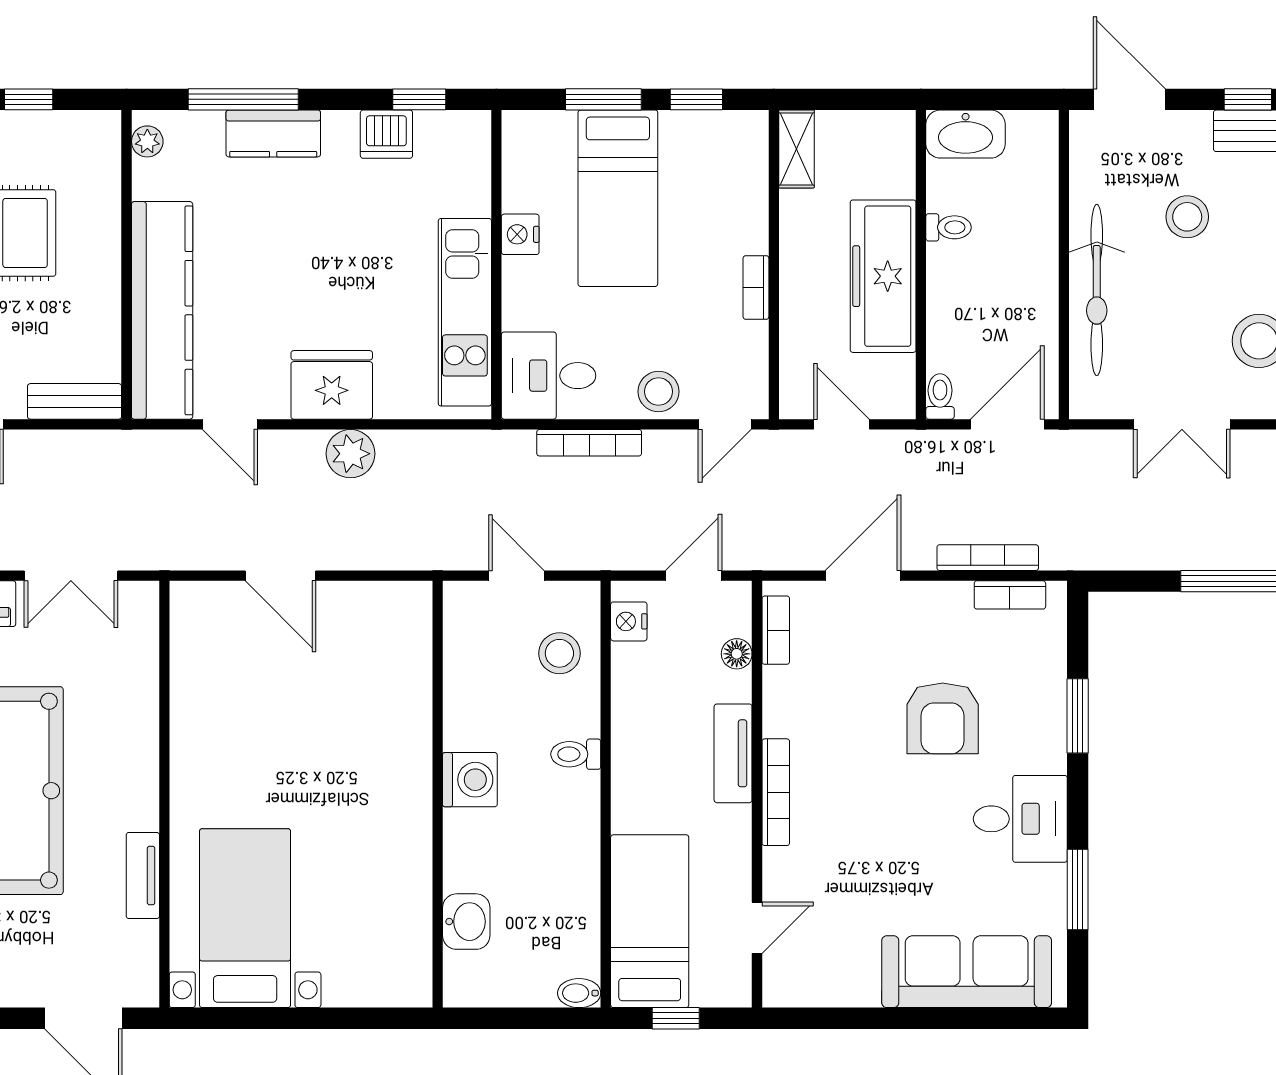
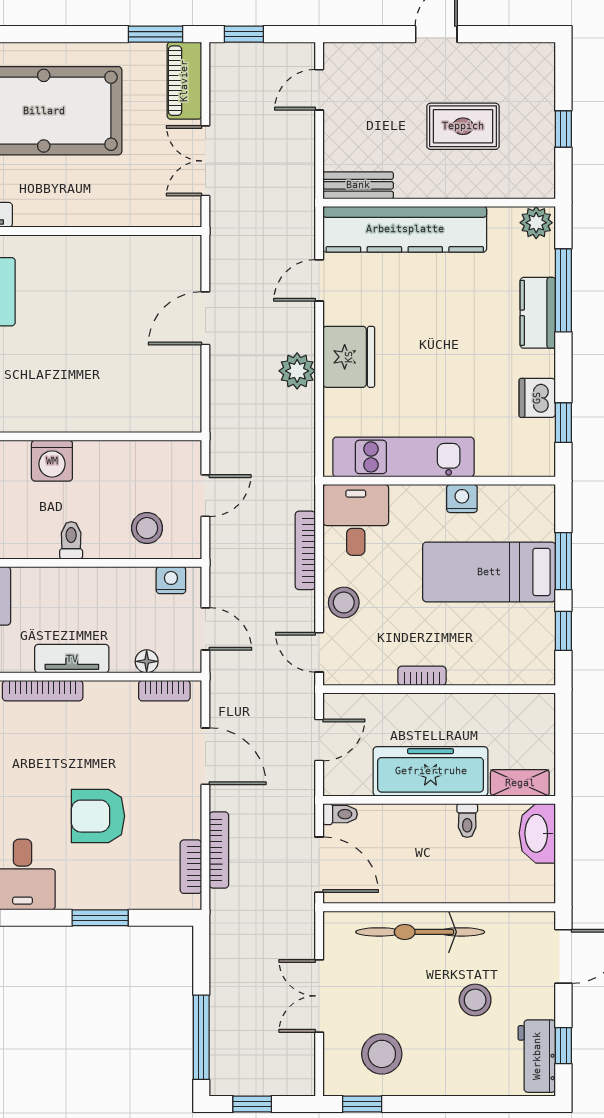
plant: (147, 141) -> (536, 223), width x1.38, depth x1.38
shelving: (796, 149) -> (520, 783), moved
bench: (75, 401) -> (358, 185), moved, turned 90

